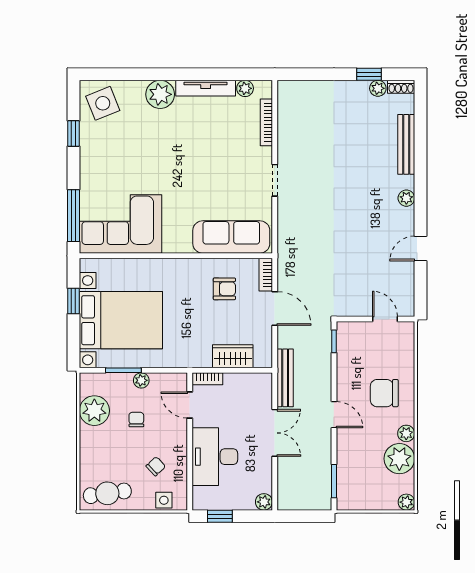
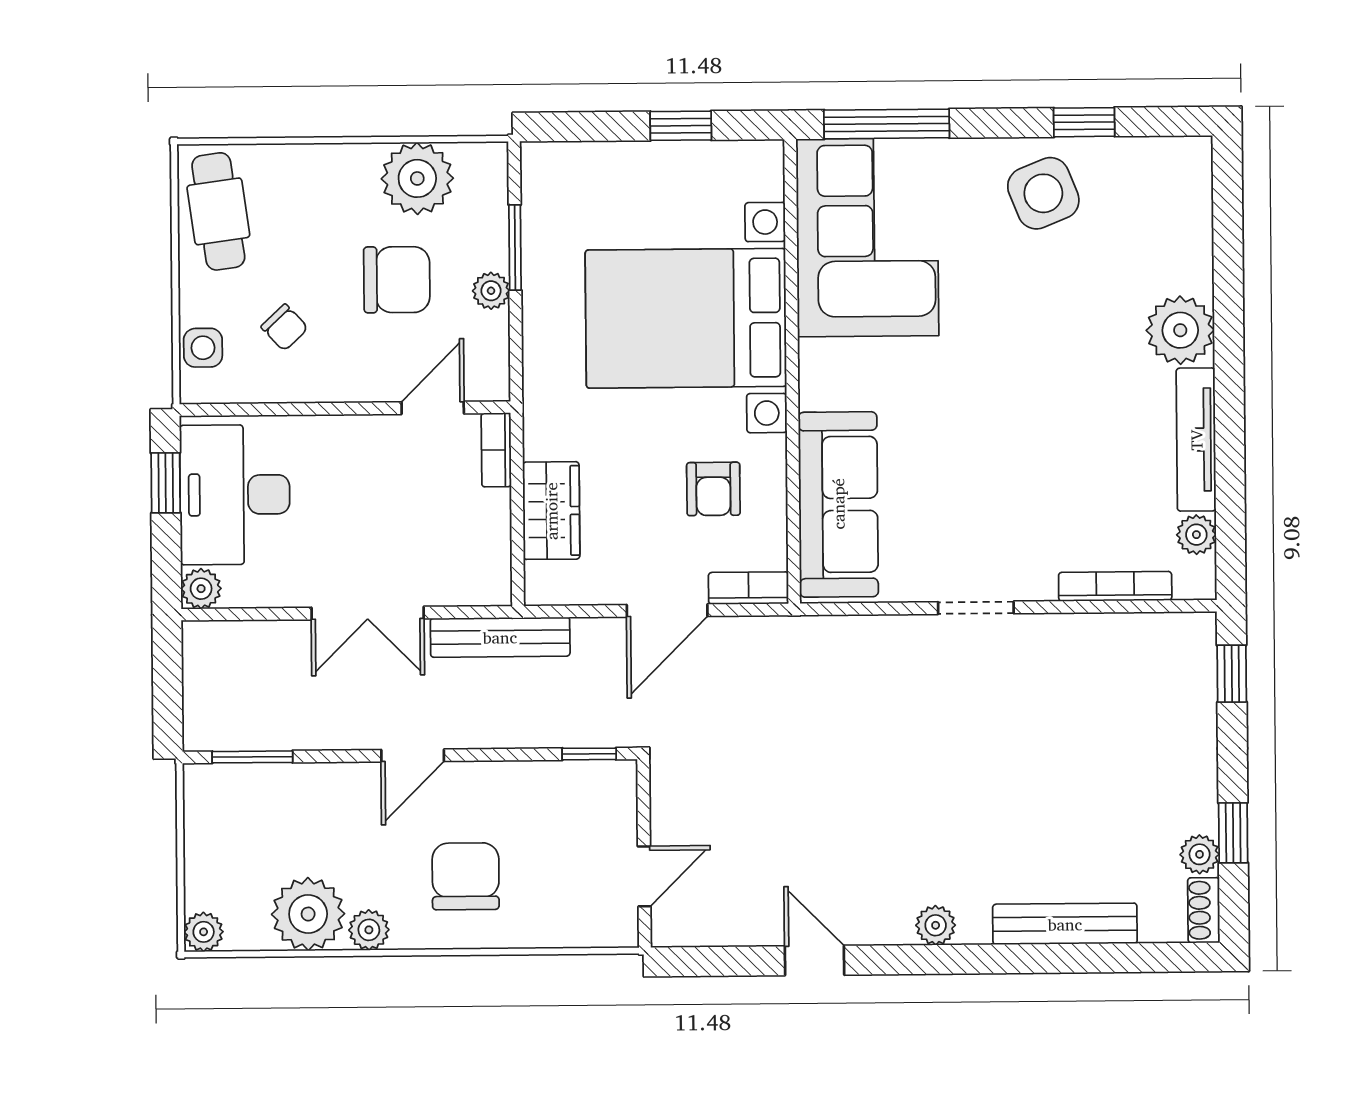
window: (303, 74) -> (1232, 674), added
side table: (103, 103) -> (1043, 193), moved
bed with nightstands: (121, 320) -> (686, 318), moved, turned 90
chair: (136, 420) -> (397, 280), width x1.87, depth x1.87
desk: (215, 457) -> (235, 495), moved, turned -90

